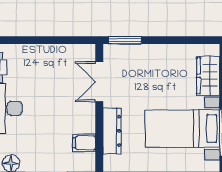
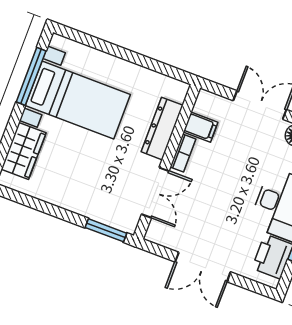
double door: (43, 40) -> (203, 267), added
bookcase: (90, 119) -> (183, 153), added

